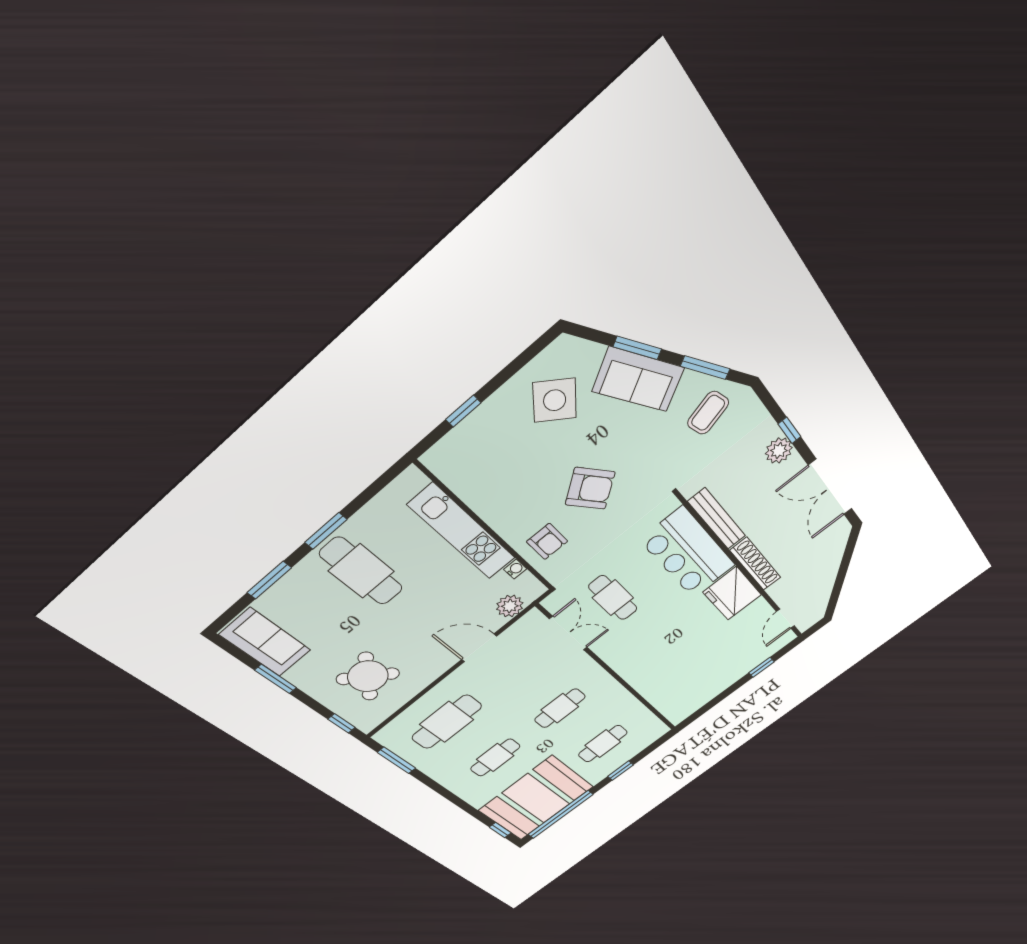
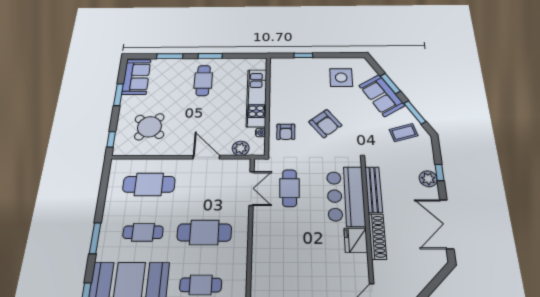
side table: (555, 400) -> (341, 78), turned -37
cafe table: (361, 571) -> (203, 81), width x0.73, depth x0.74
fridge: (732, 593) -> (356, 240), width x0.73, depth x0.75
cafe table: (560, 708) -> (204, 232), width x1.37, depth x1.35
window: (397, 760) -> (95, 238), moved

